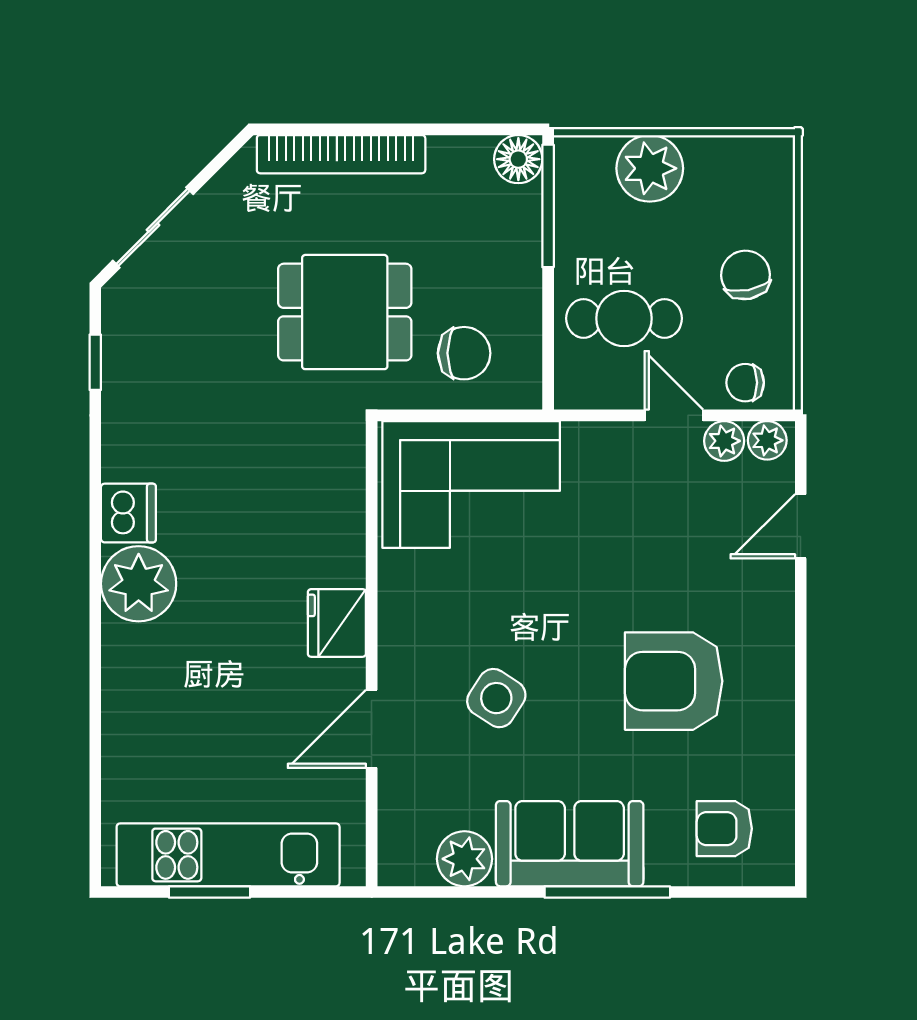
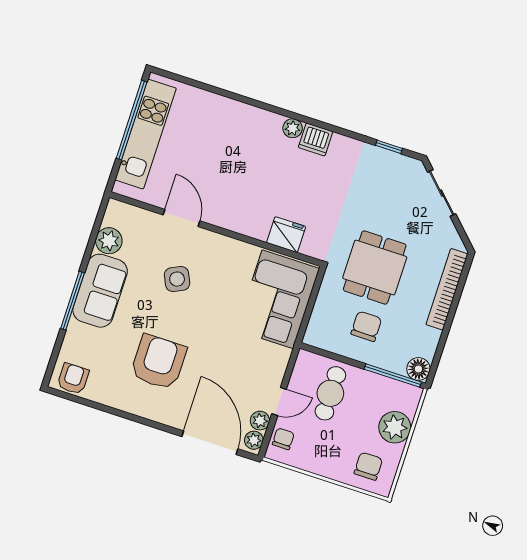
chair: (746, 275) -> (368, 466), moved, turned -79
chair: (464, 353) -> (366, 326), moved, turned 180
door: (801, 526) -> (210, 443), width x1.87
plant: (139, 584) -> (293, 128), width x0.53, depth x0.53
fridge: (337, 623) -> (286, 235), moved
side table: (496, 698) -> (177, 279), turned 32
armchair: (724, 829) -> (73, 379), moved
window: (209, 892) -> (132, 120), width x2.11

